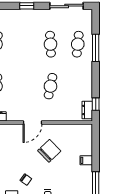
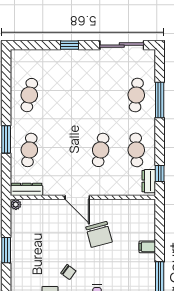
cafe table: (50, 44) -> (136, 150), moved
door: (33, 122) -> (77, 197), hinge flipped
chair: (49, 151) -> (99, 234), turned 119

